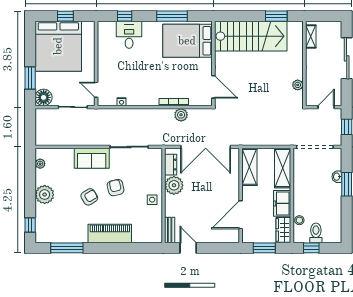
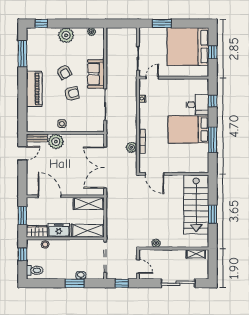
window: (276, 16) -> (213, 214), moved
bed: (187, 41) -> (188, 130), moved, turned -90
door: (213, 87) -> (155, 174), hinge flipped
floor lamp: (44, 97) -> (146, 34), removed
dresser: (171, 165) -> (91, 139), removed
plant: (174, 185) -> (56, 142), moved
toilet: (316, 233) -> (35, 270), moved

